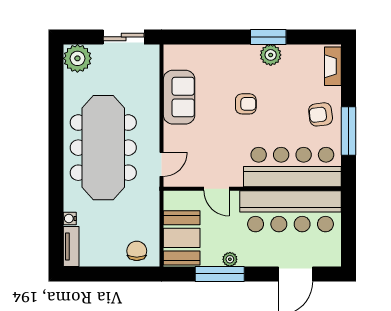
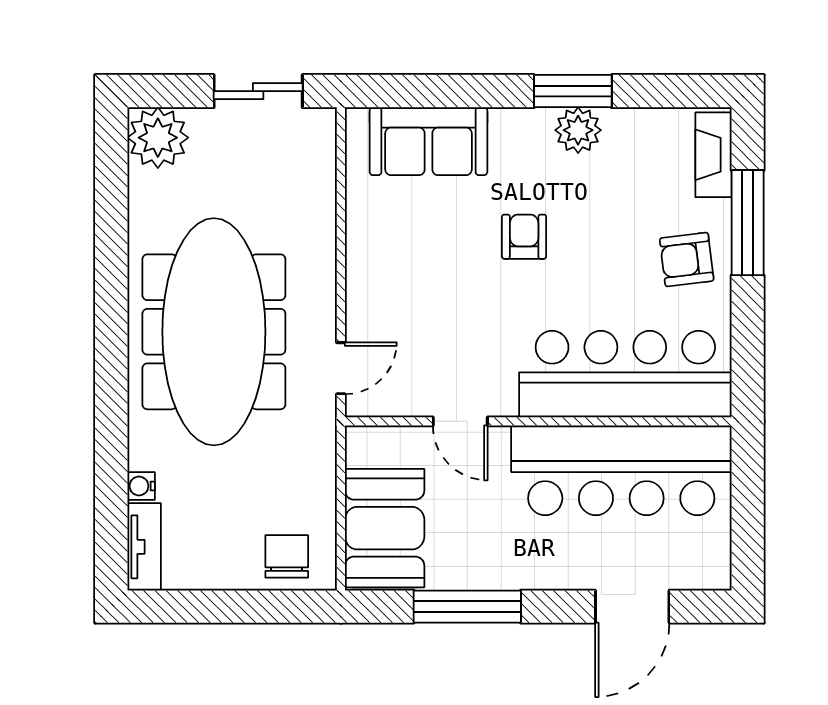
sofa: (179, 97) -> (428, 141), moved, turned 90
armchair: (246, 104) -> (524, 237), turned -90
window: (349, 131) -> (748, 223), moved
plant: (230, 259) -> (489, 575), removed

